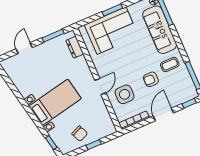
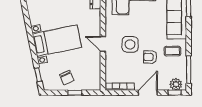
door: (100, 87) -> (103, 44), swing flipped
side table: (125, 94) -> (130, 44), moved
plant: (187, 95) -> (176, 84), added

